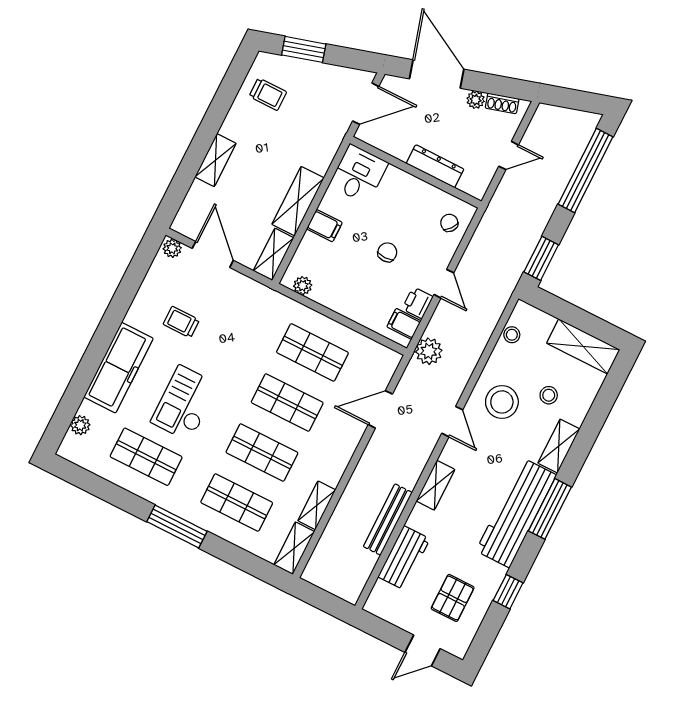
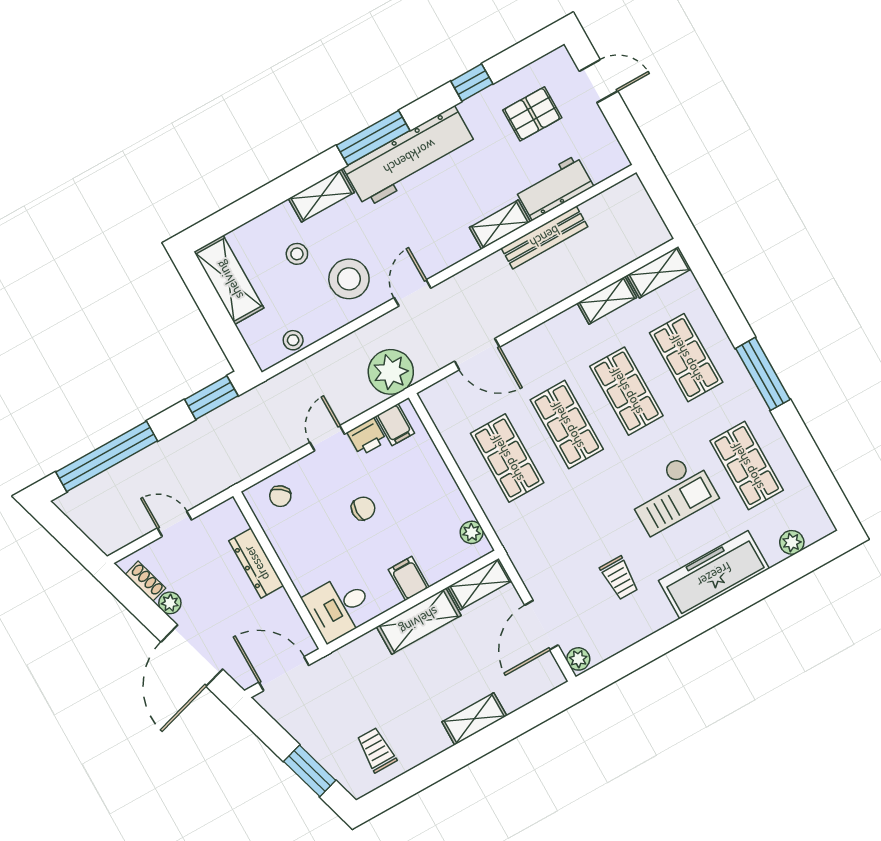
chair: (387, 252) -> (363, 508), turned 180
plant: (429, 351) -> (391, 372), width x1.36, depth x1.36
shelving: (436, 485) -> (500, 225), moved

